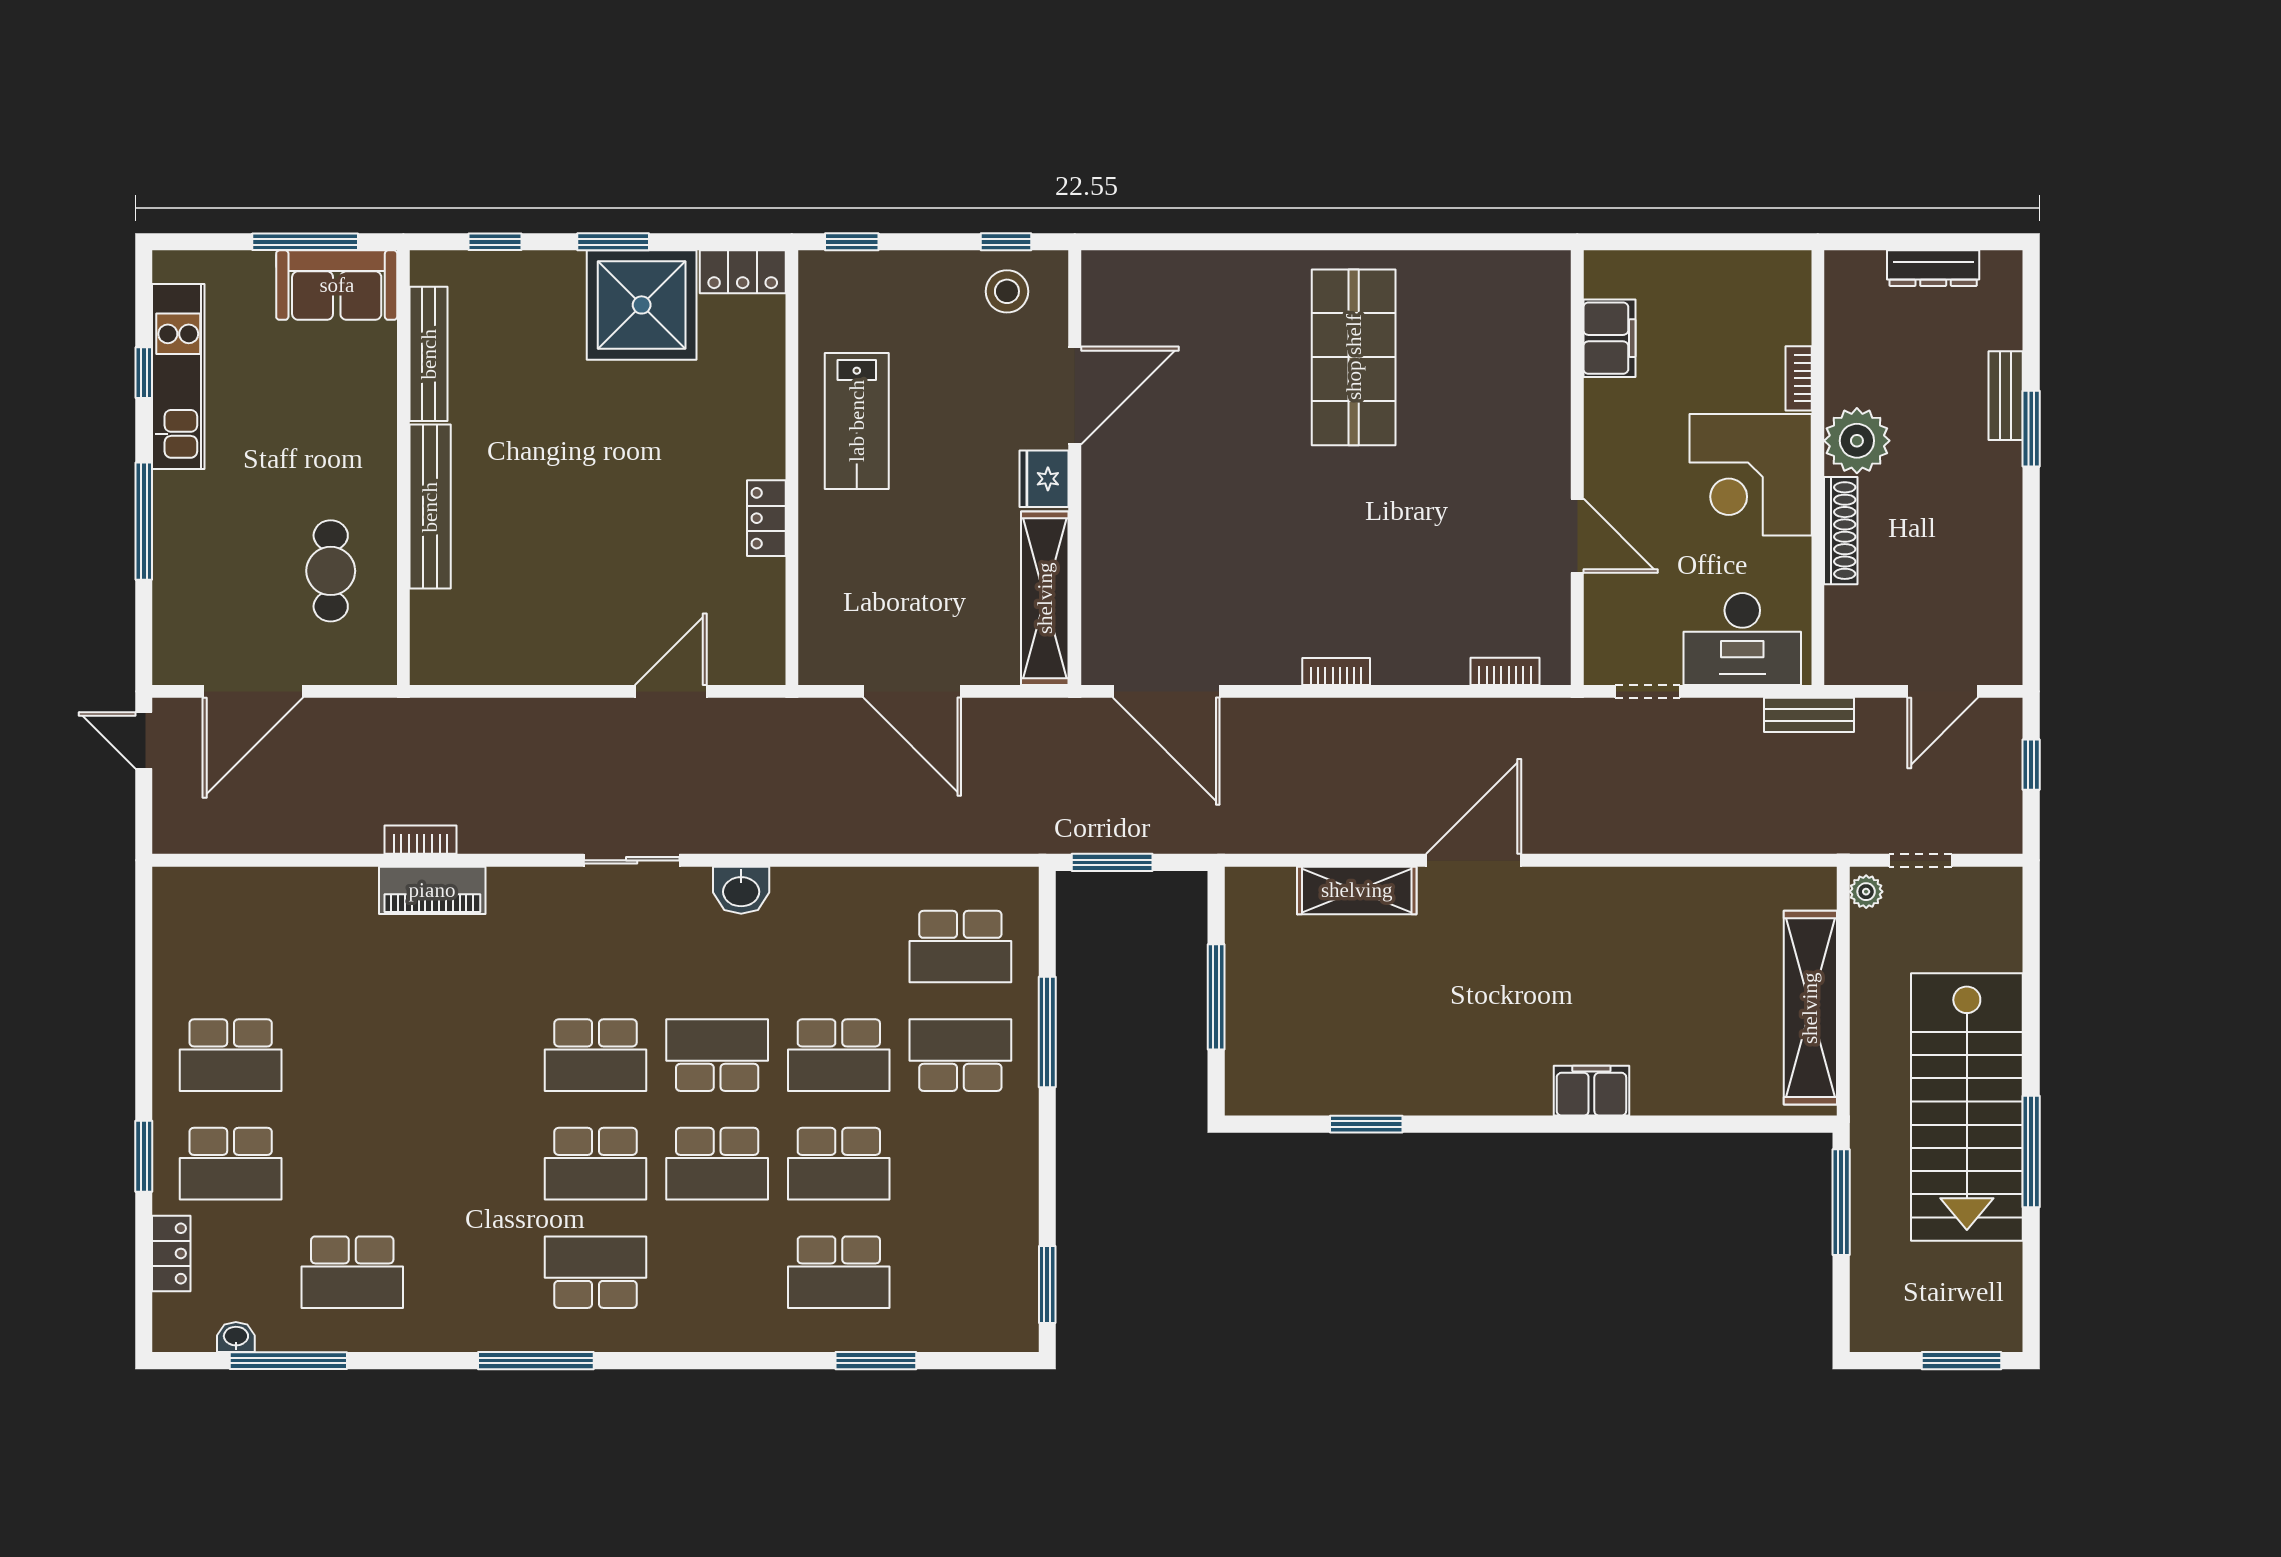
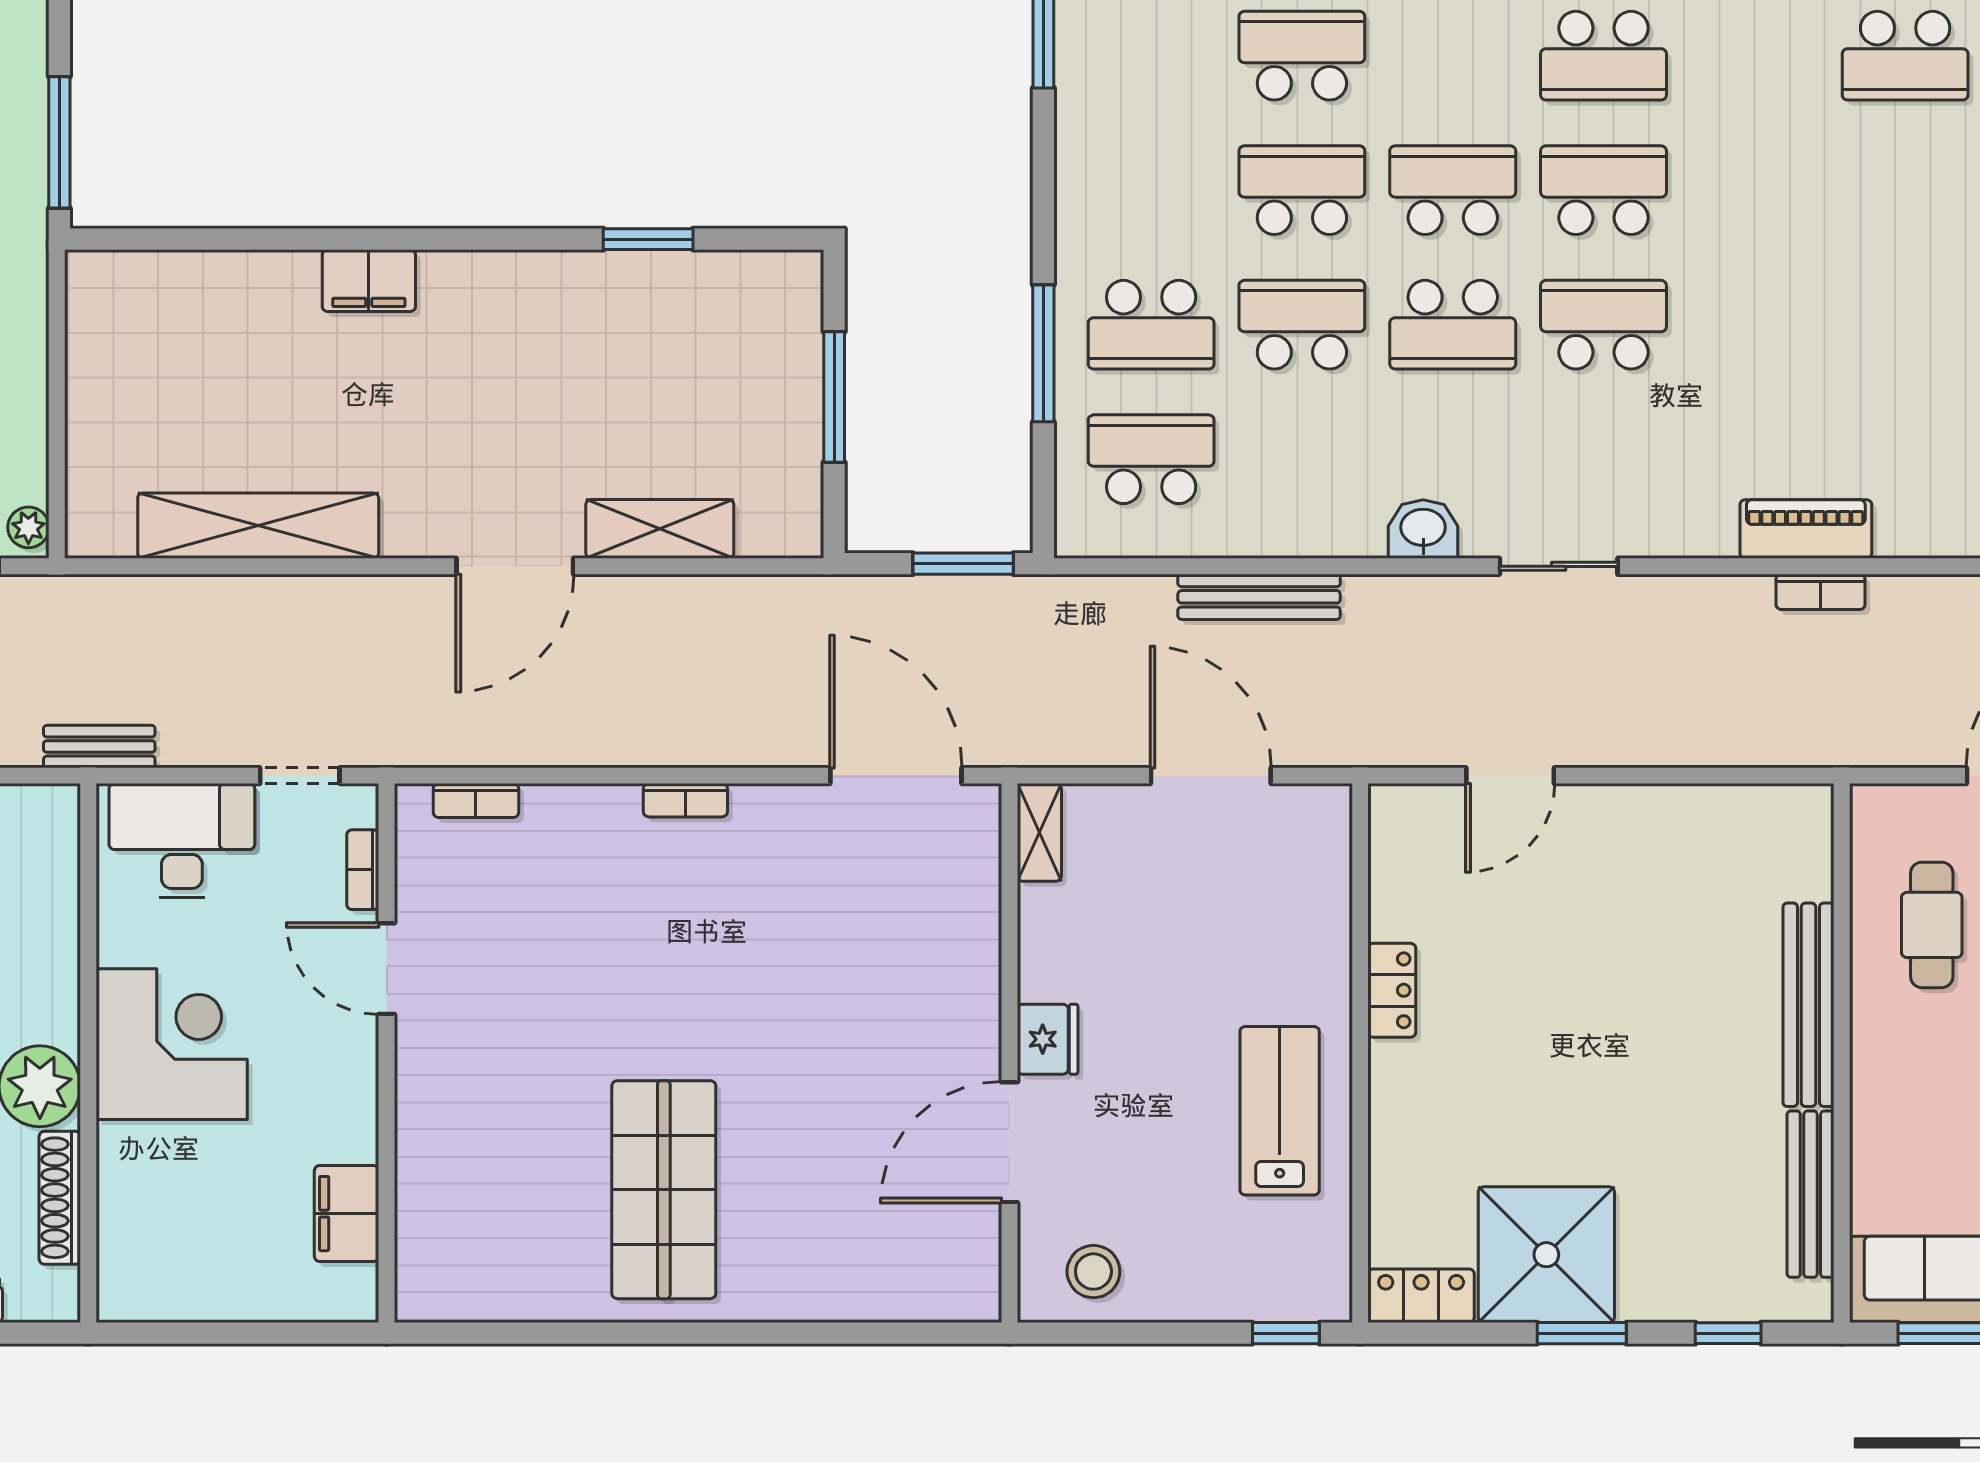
window: (1006, 242) -> (1095, 1333), removed
bookcase: (1799, 378) -> (363, 870), moved, turned 180
shoe rack: (1841, 531) -> (60, 1198), moved
shelving: (1045, 598) -> (1039, 832), width x0.45, depth x0.75
bench: (873, 836) -> (1259, 597), added
shelving: (1810, 1008) -> (258, 526), moved, turned 90
school desk: (352, 1272) -> (1905, 56), turned 180

